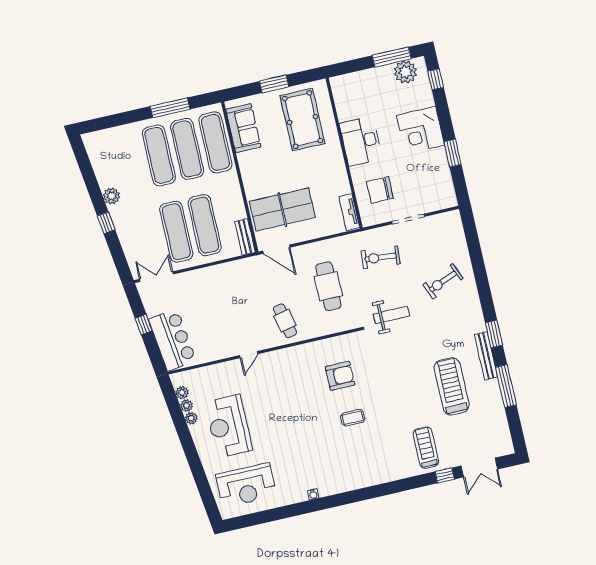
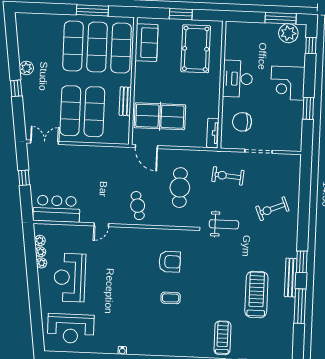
bench: (245, 237) -> (125, 101), moved
bar counter: (172, 340) -> (57, 209), moved, turned -83

